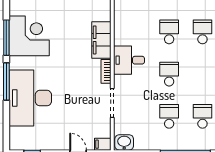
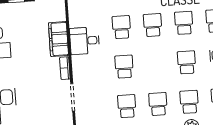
desk: (129, 60) -> (85, 41), moved

